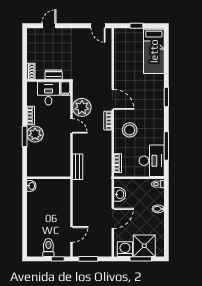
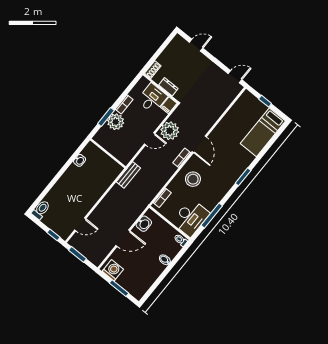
door: (98, 26) -> (235, 77), swing flipped
door: (72, 126) -> (150, 139), hinge flipped
wall: (49, 178) -> (108, 153), moved
shower: (144, 246) -> (130, 280), removed
toilet: (48, 248) -> (41, 210), moved

